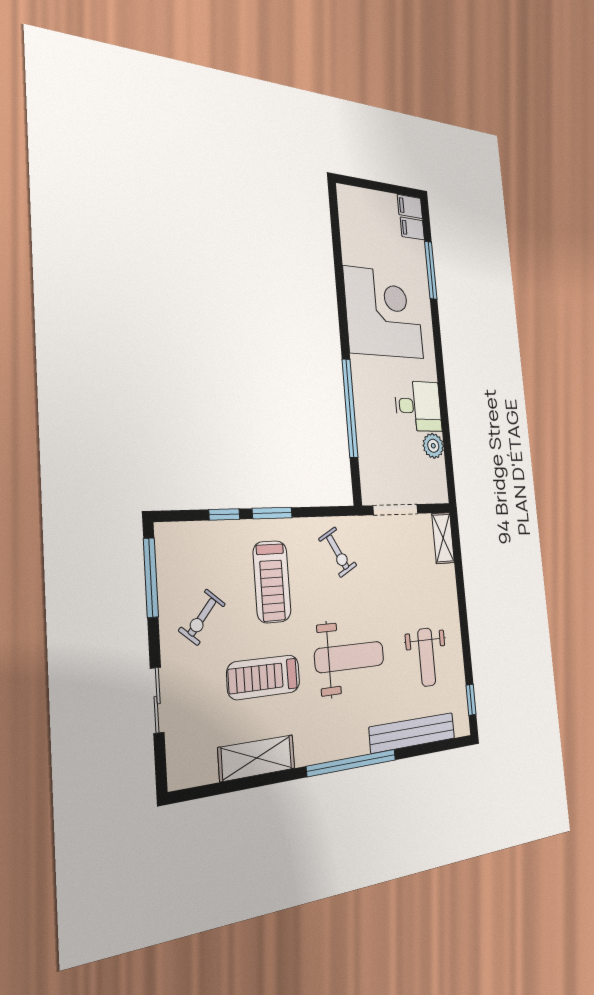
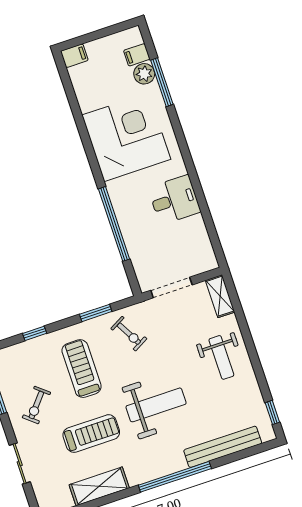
filing cabinet: (410, 206) -> (74, 56), moved, turned 180
plant: (433, 446) -> (144, 74), moved
window: (272, 513) -> (96, 313), moved
treadmill: (272, 582) -> (82, 369), turned 180
weight bench: (427, 657) -> (221, 357), moved
treadmill: (264, 677) -> (91, 434), turned 180

